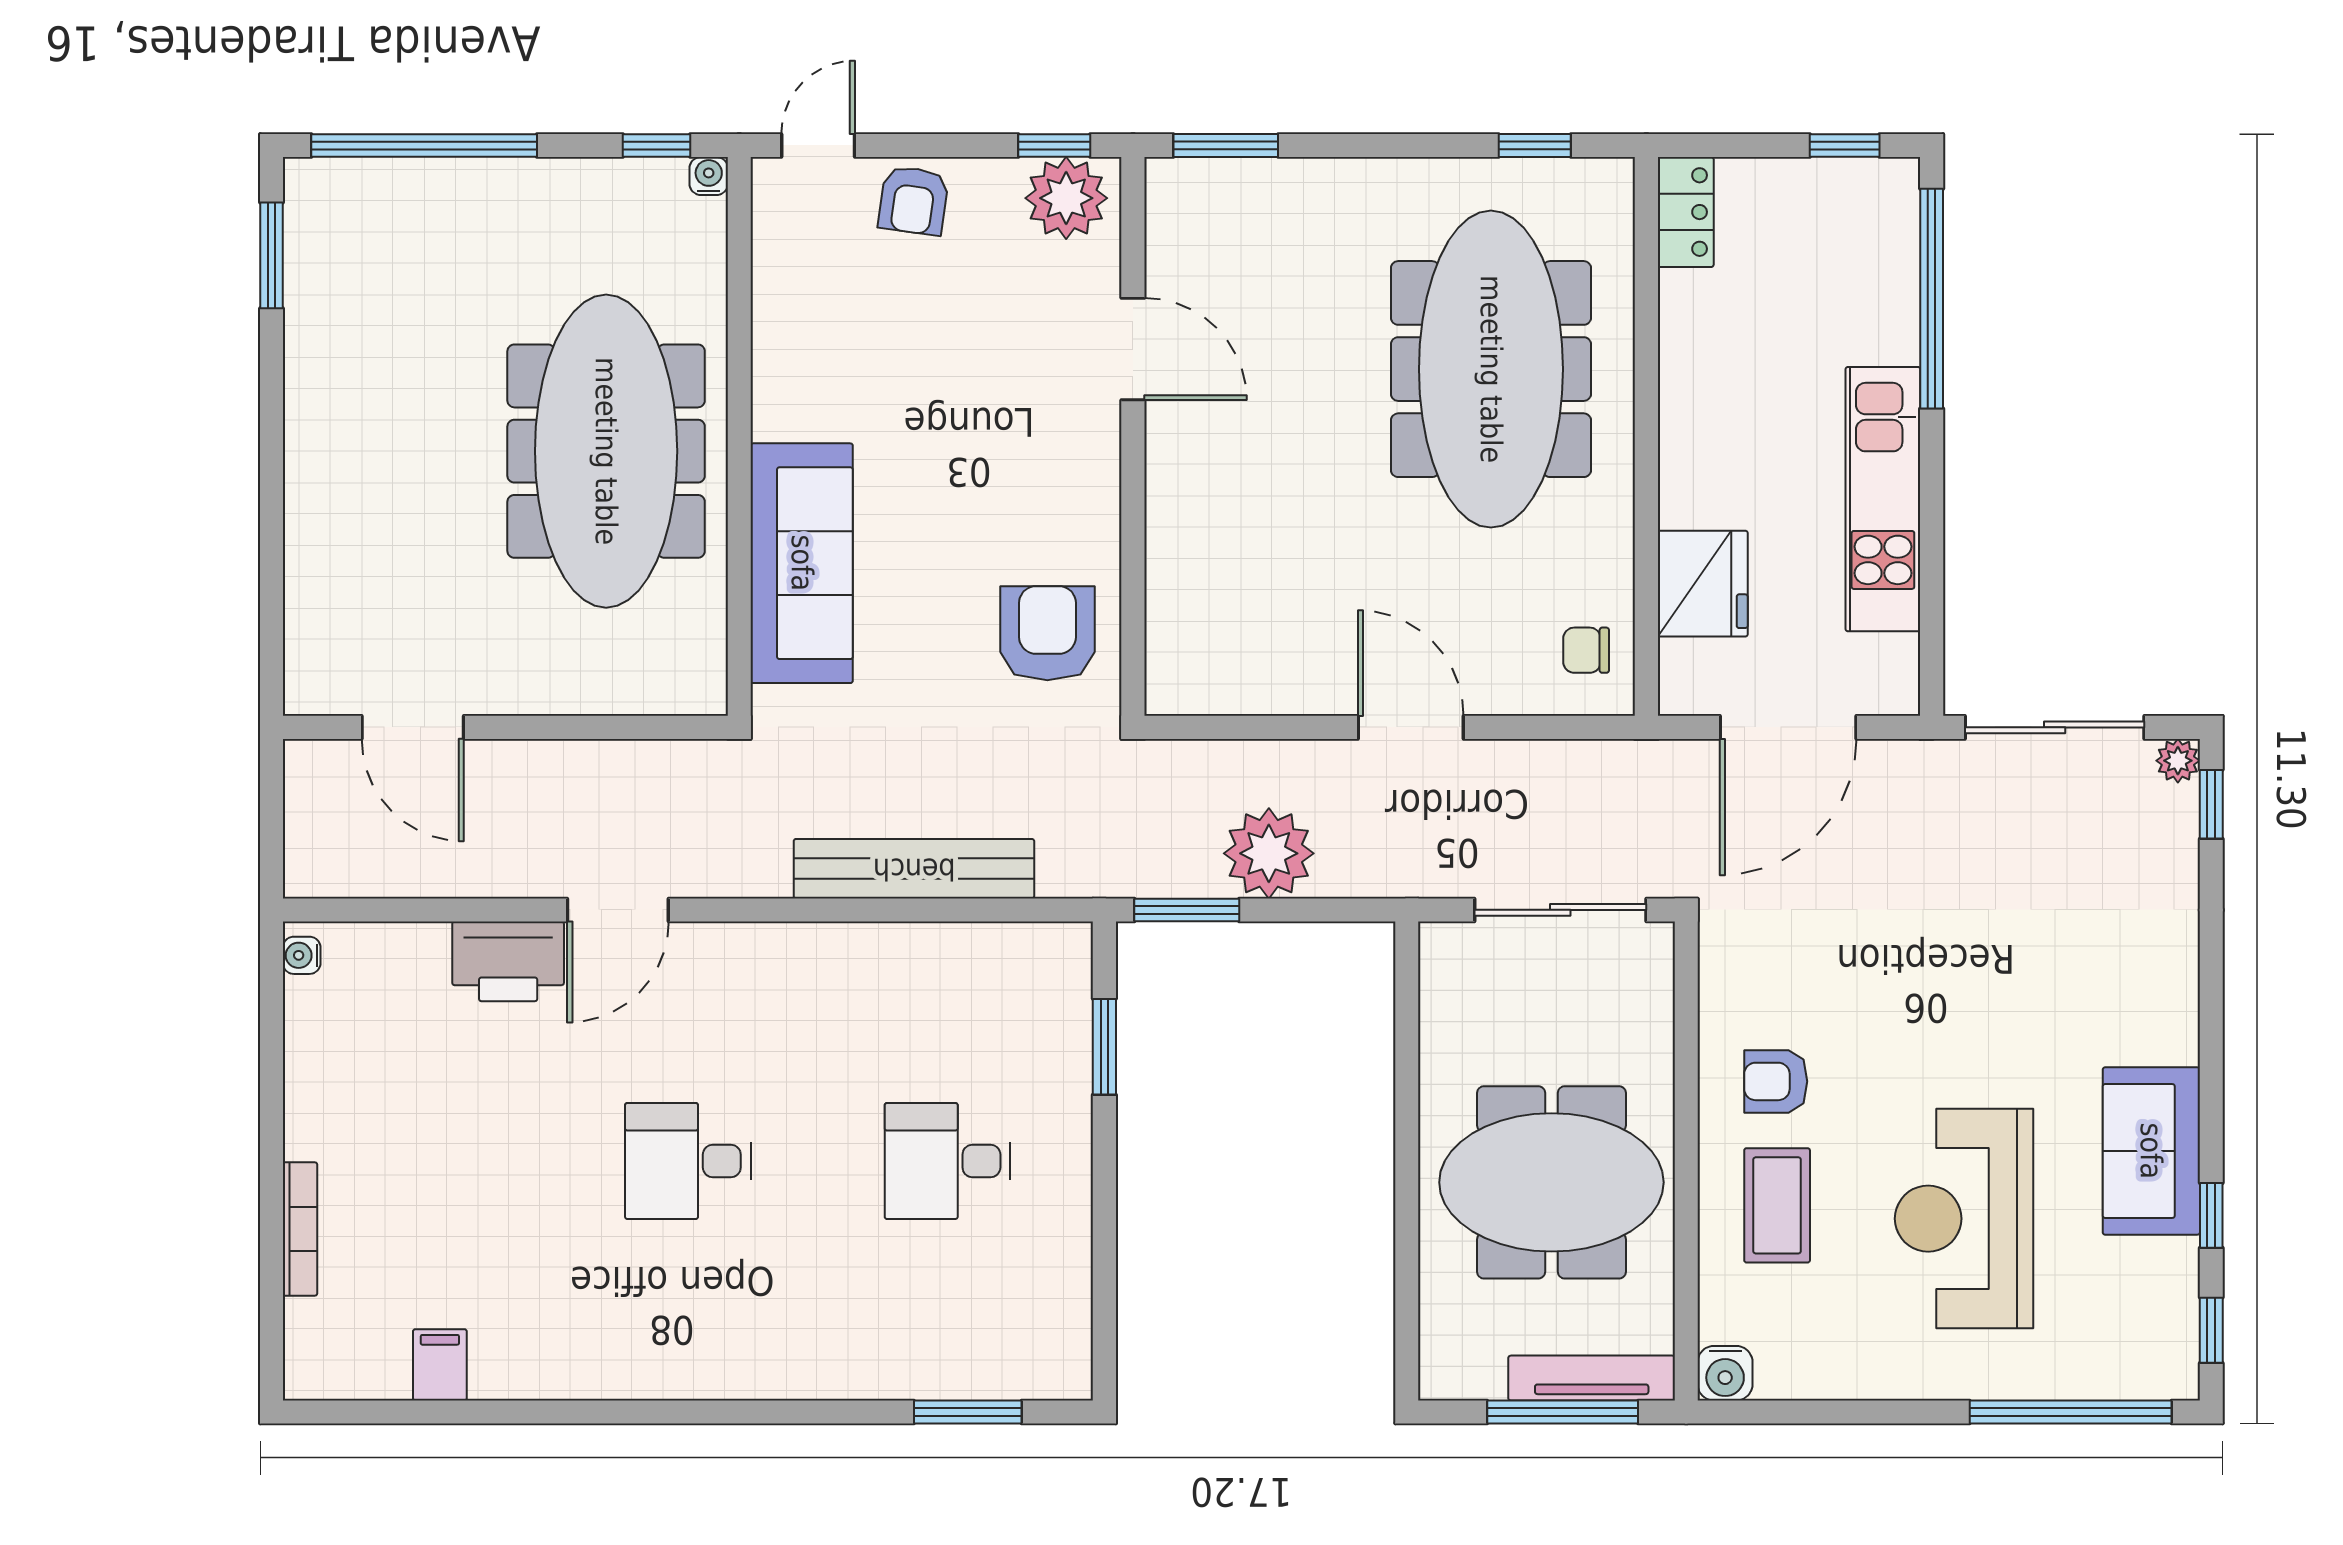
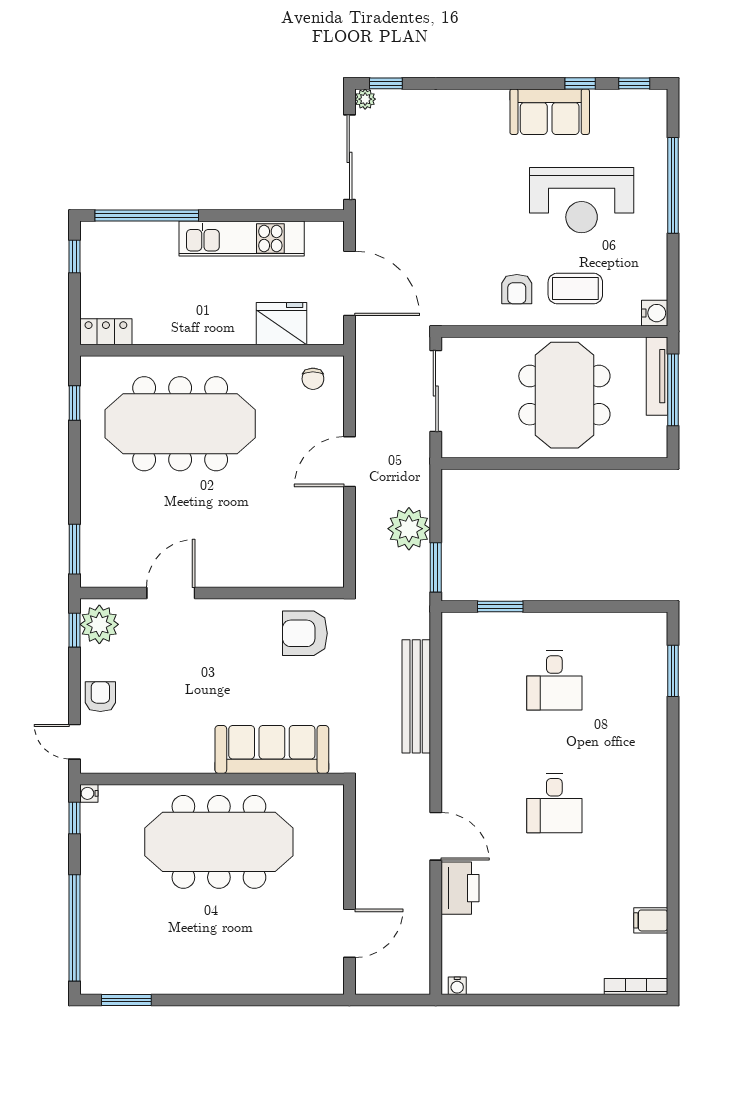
armchair: (913, 200) -> (100, 697), turned -98
bookcase: (300, 1229) -> (636, 987), moved
window: (2071, 1412) -> (673, 185), moved

